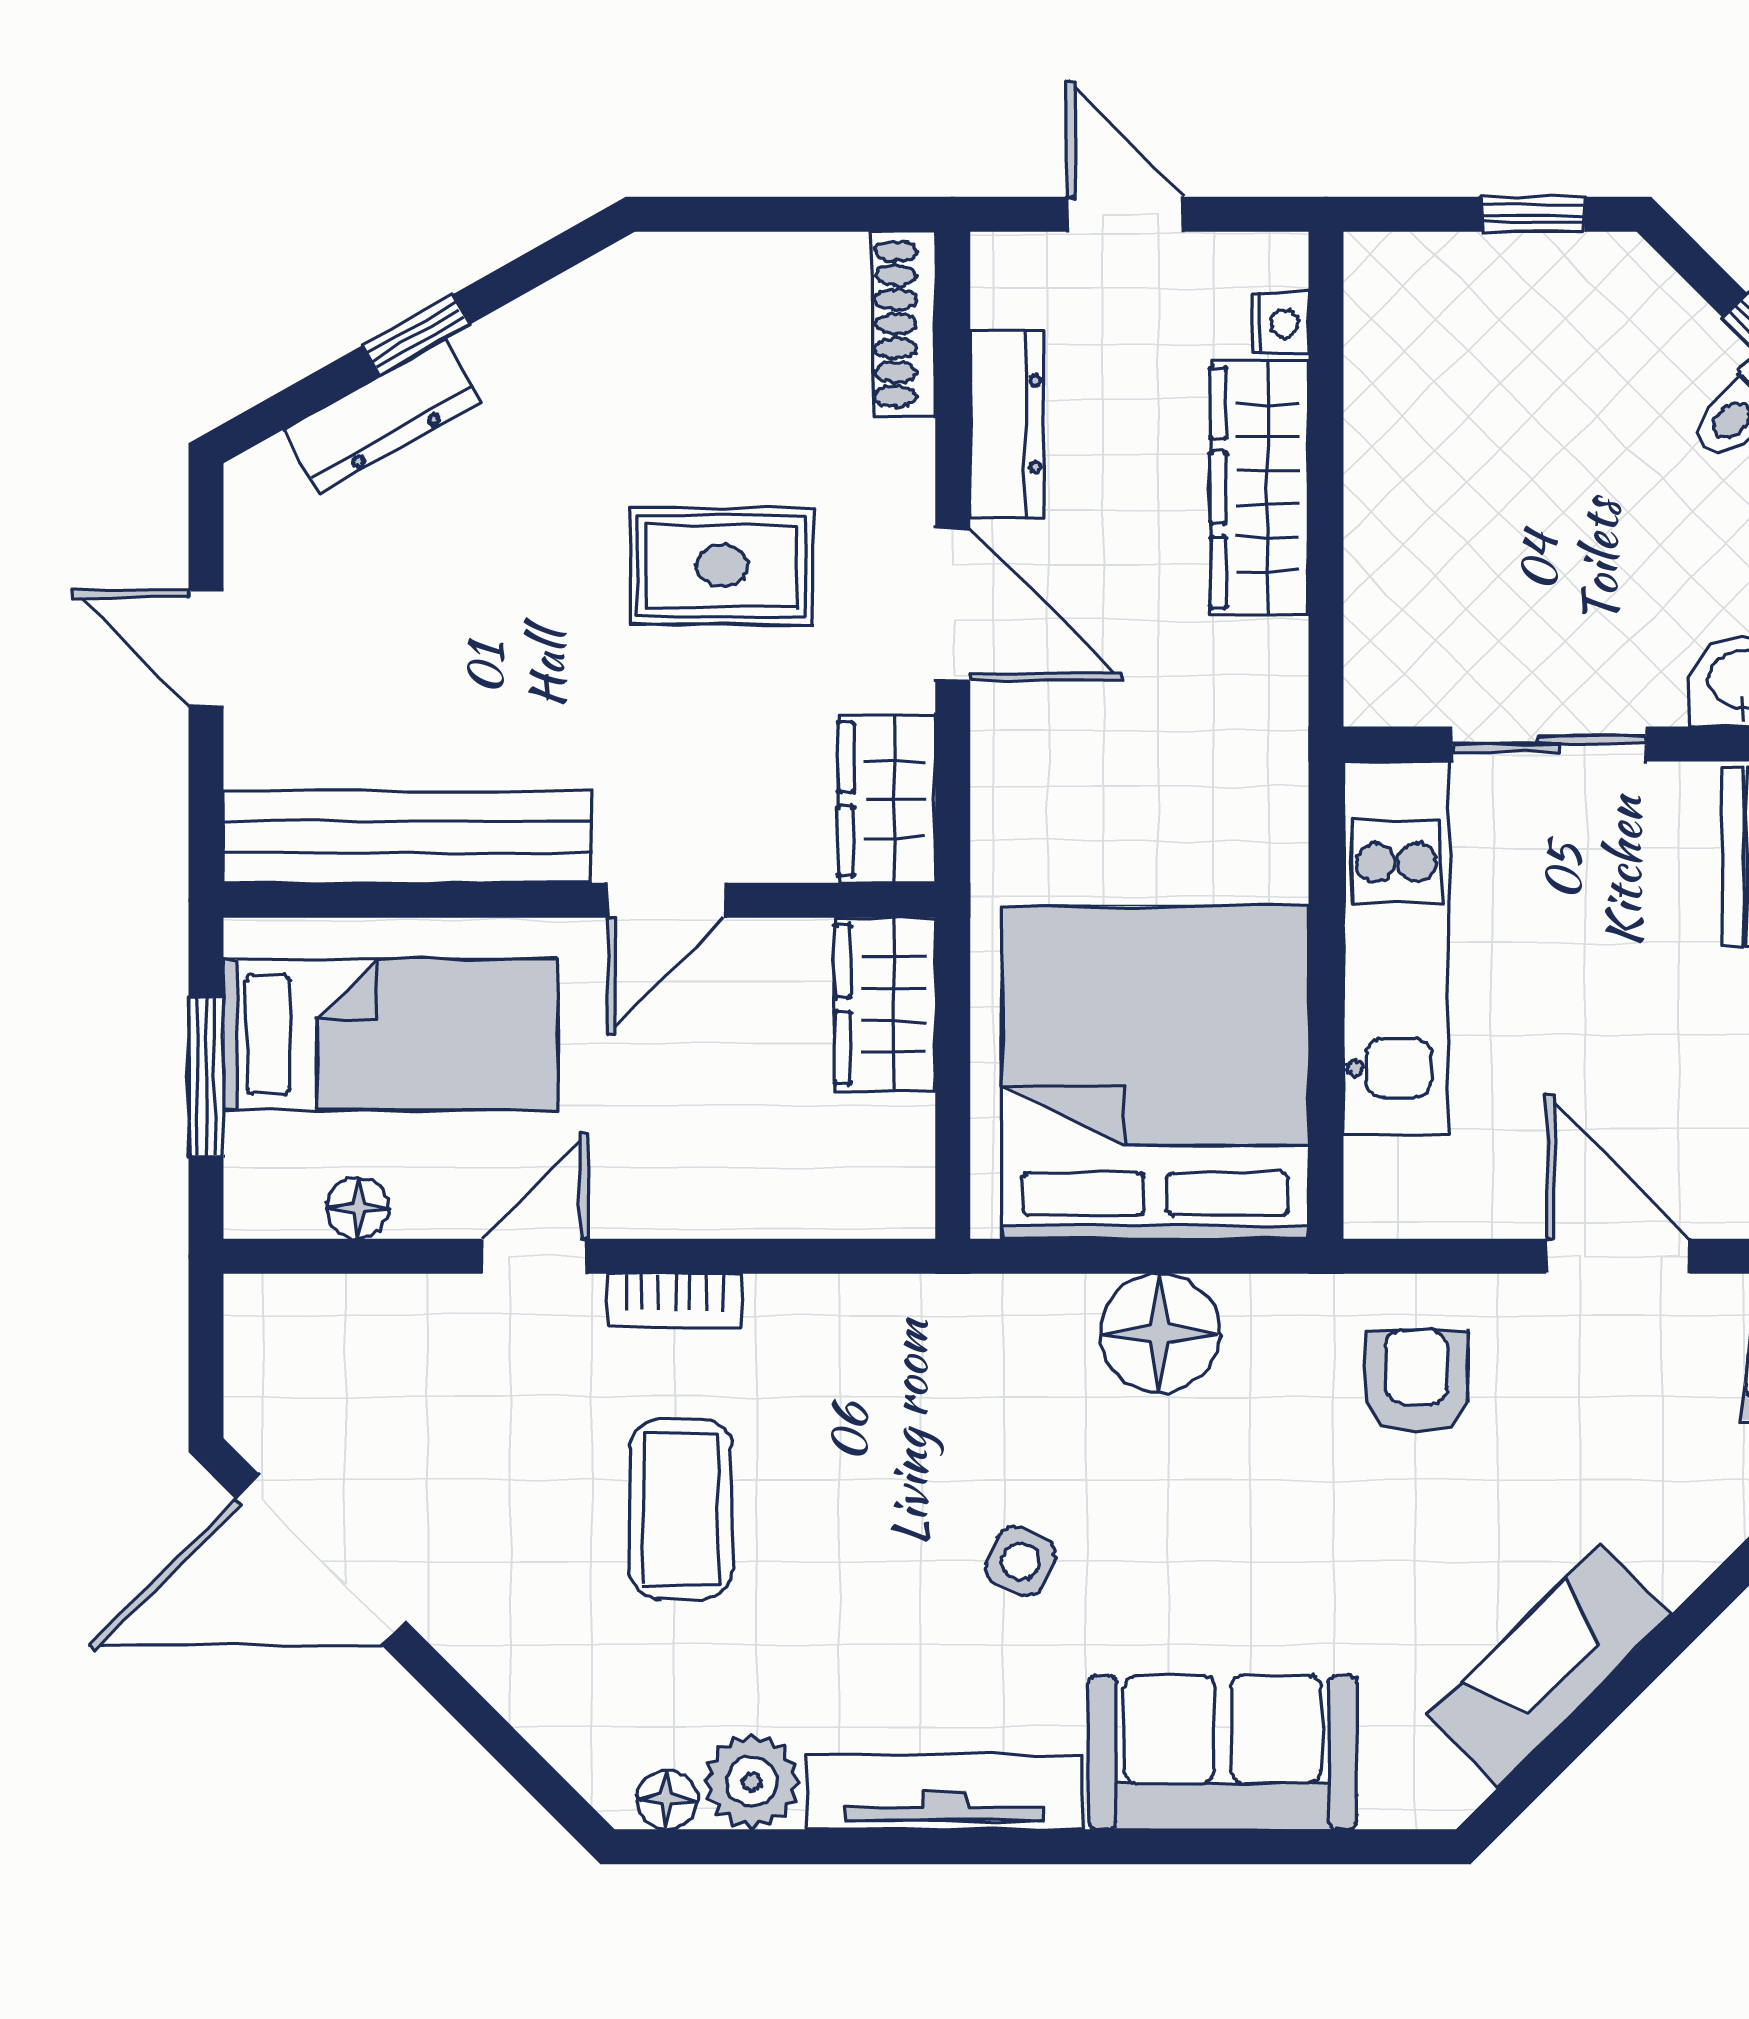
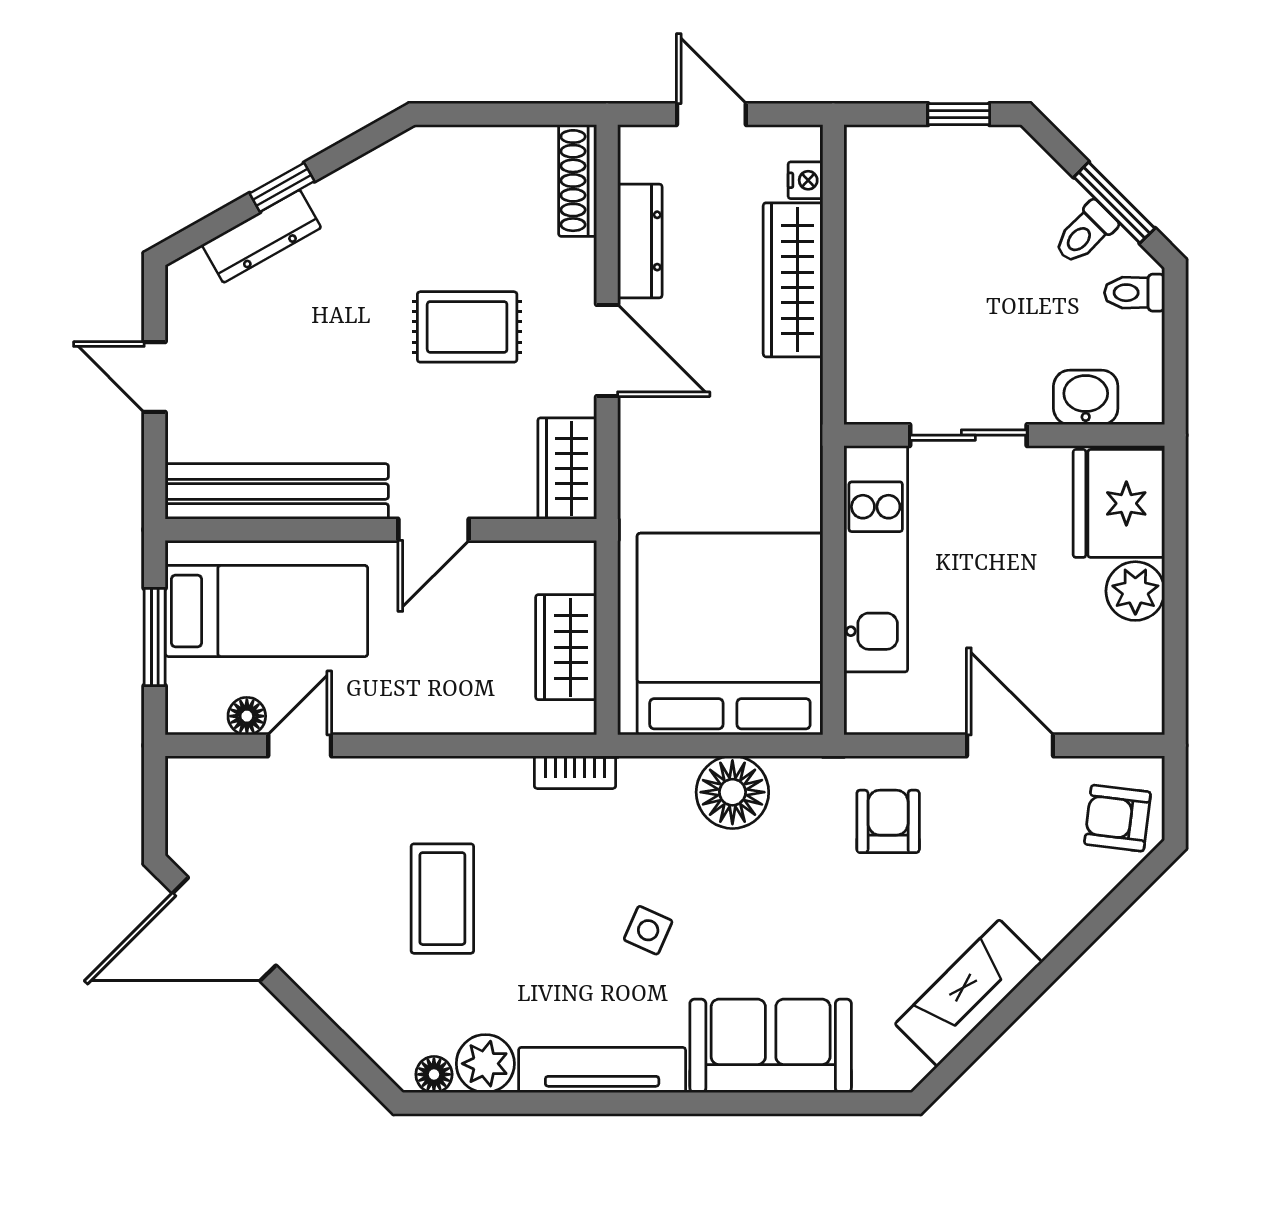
wardrobe: (885, 1004) -> (566, 647), moved
door: (535, 1256) -> (300, 745), moved
bookcase: (674, 1301) -> (575, 772), moved

